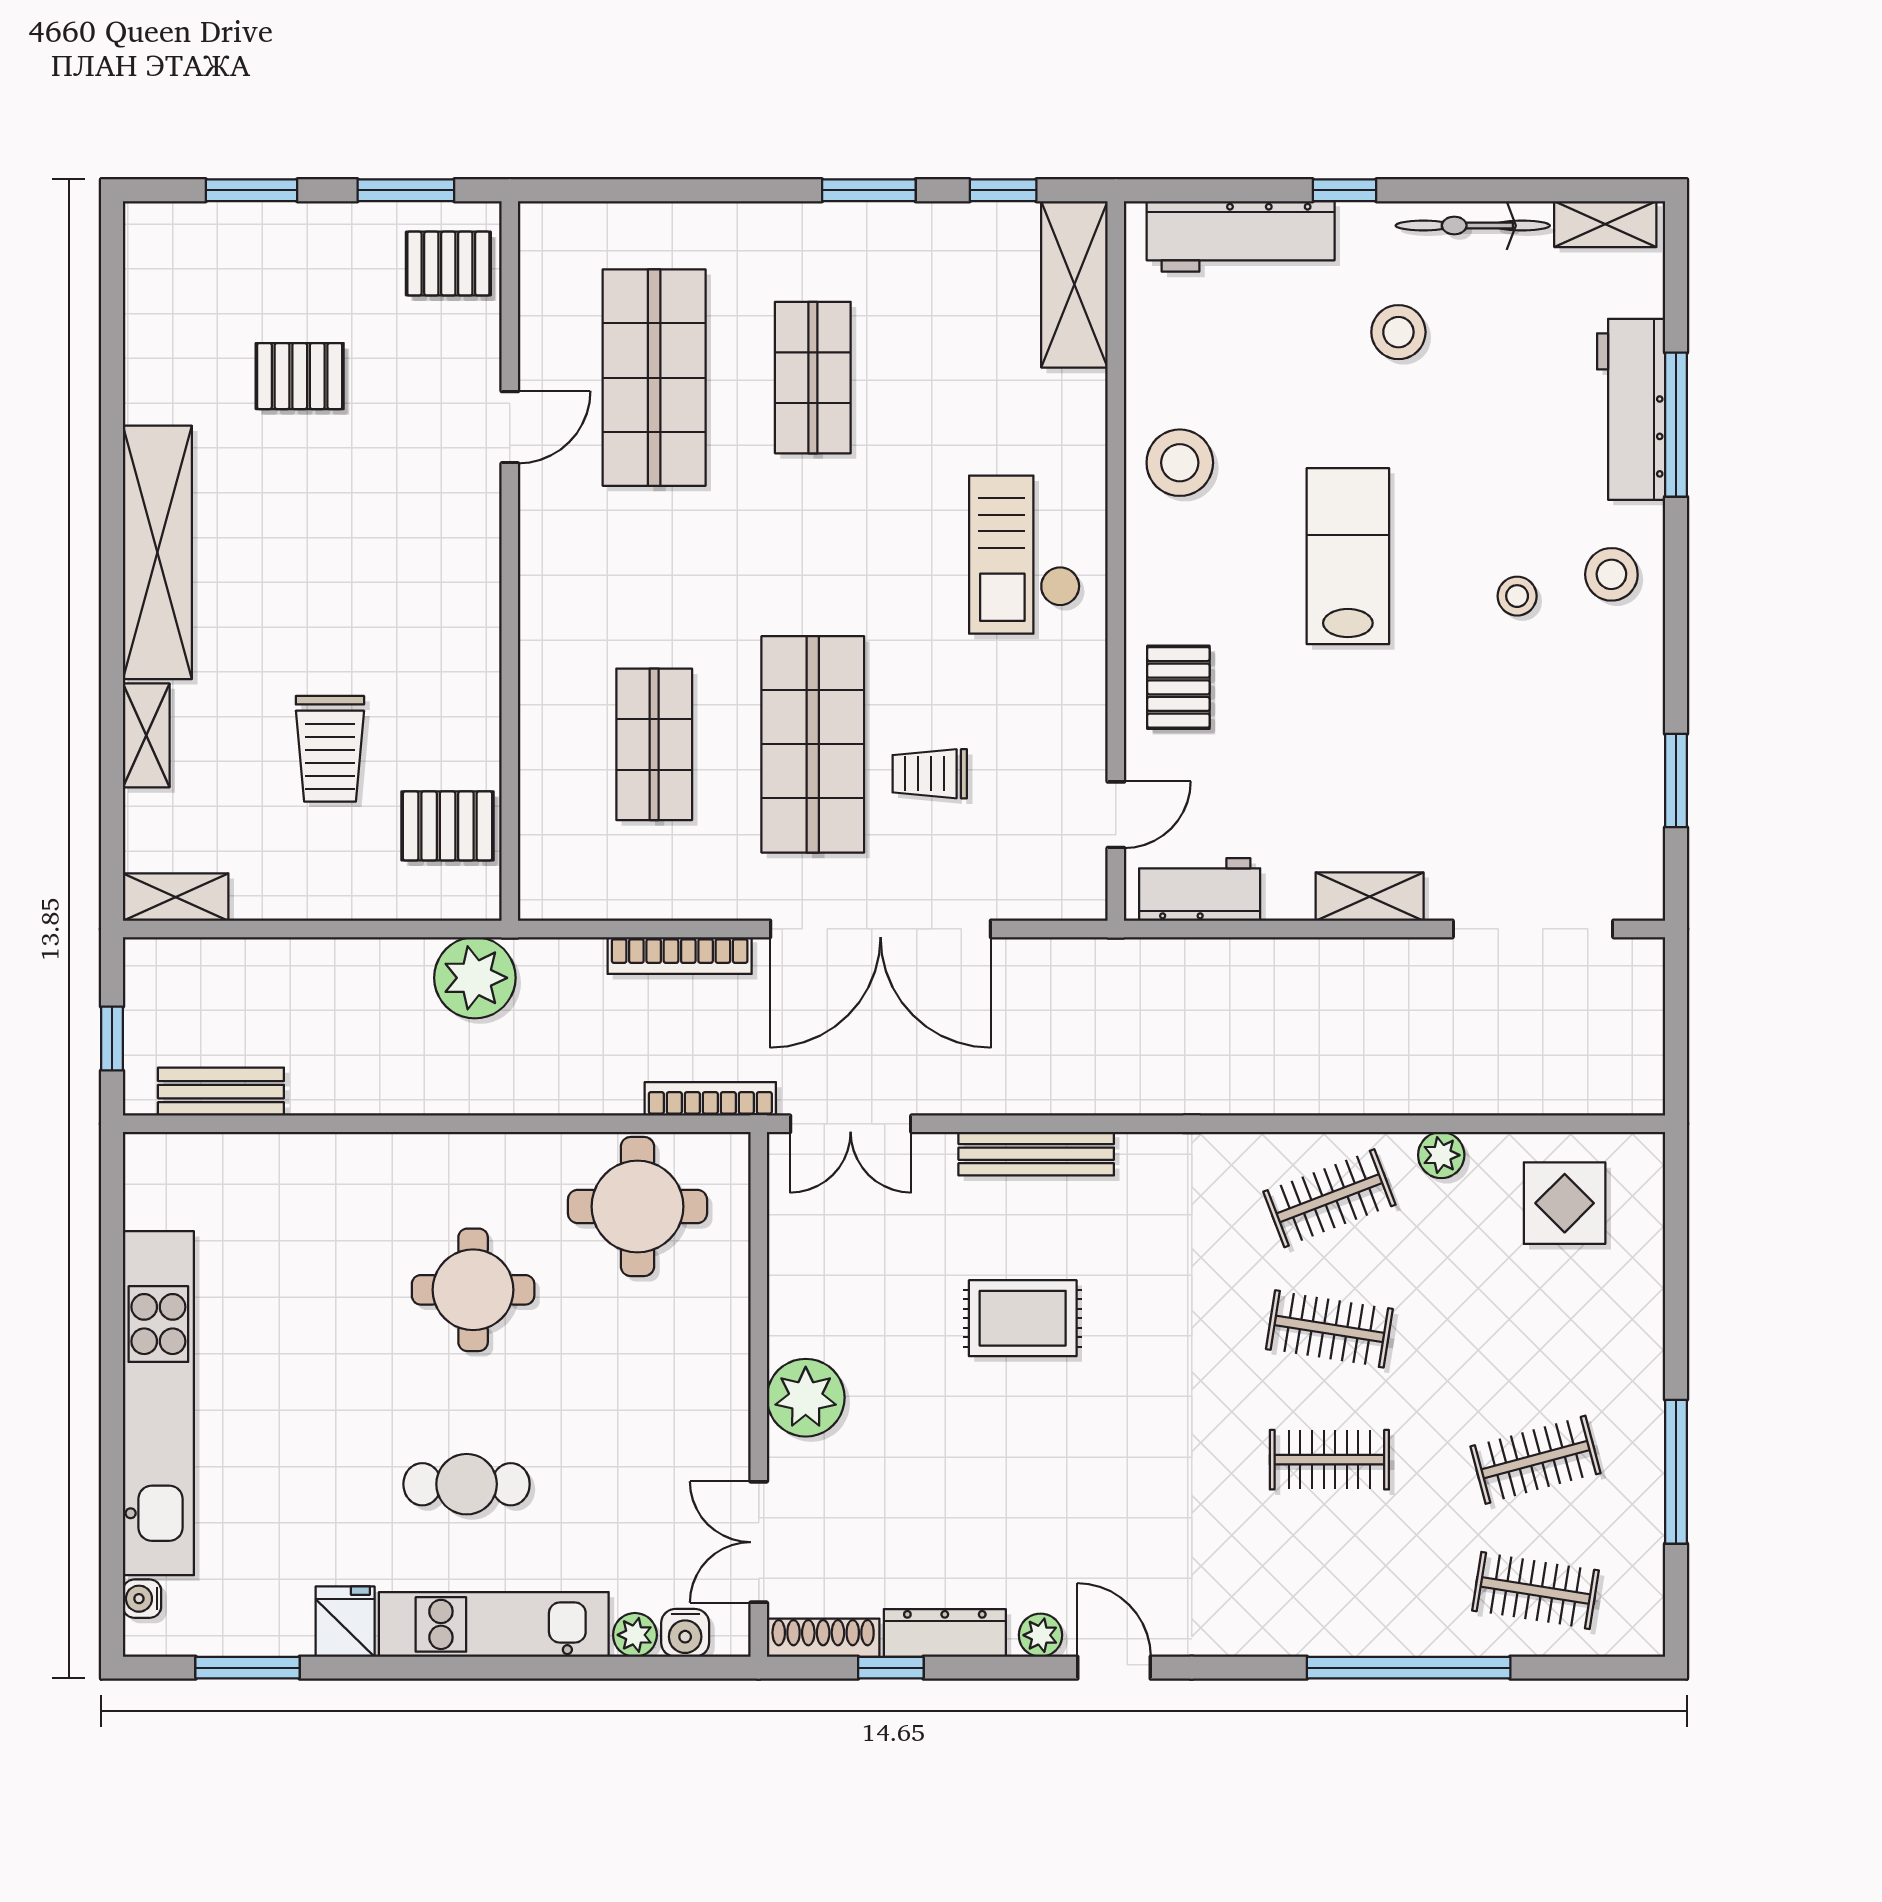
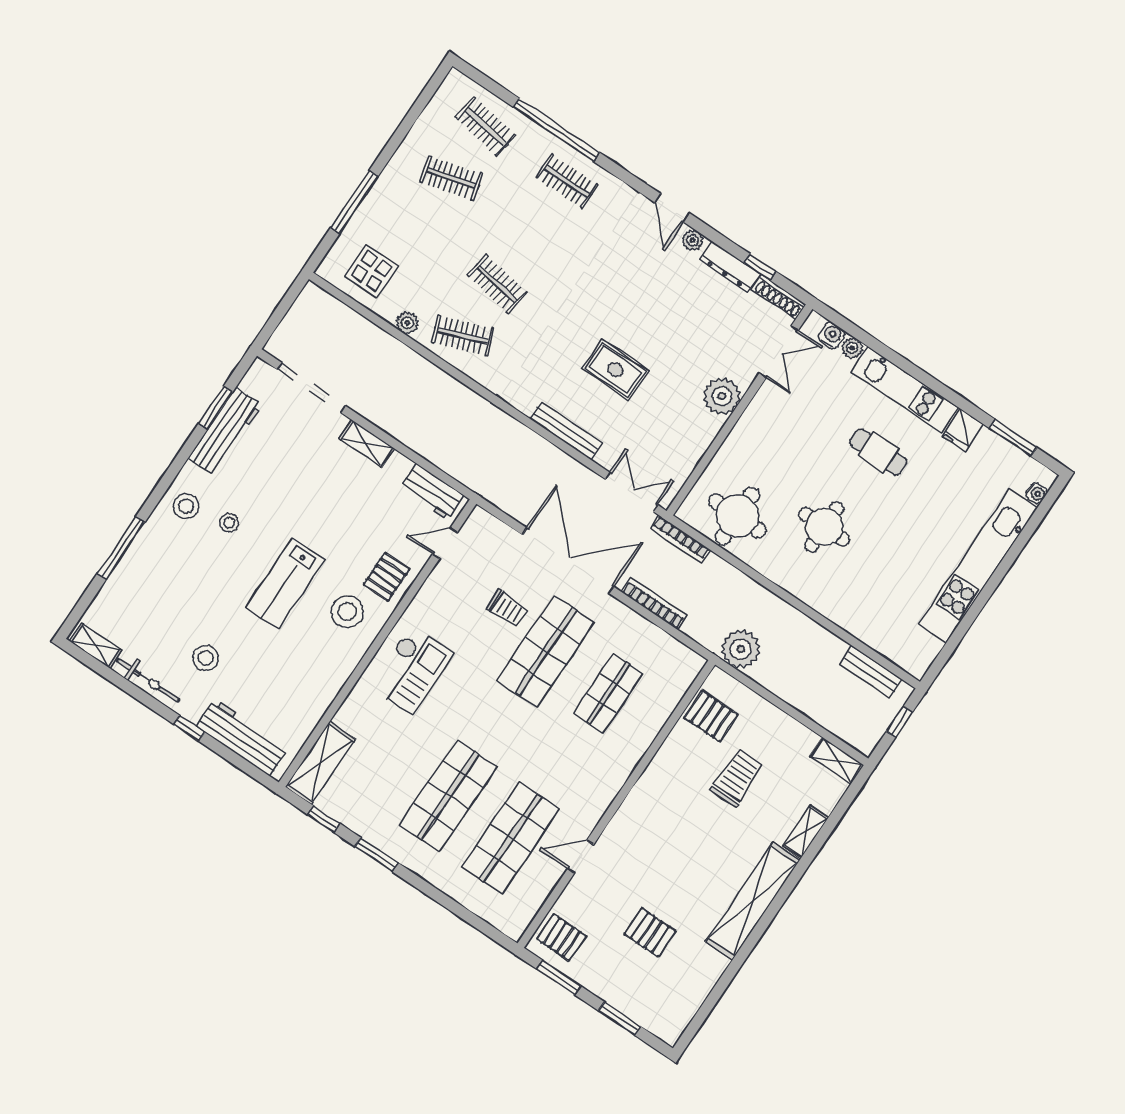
shop shelf: (813, 378) -> (448, 796), width x1.43, depth x1.36
workbench: (1631, 409) -> (225, 432), moved
stool: (1180, 463) -> (347, 612), moved
clothes rail: (1329, 1460) -> (567, 181), moved
window: (1676, 1472) -> (354, 202), moved

